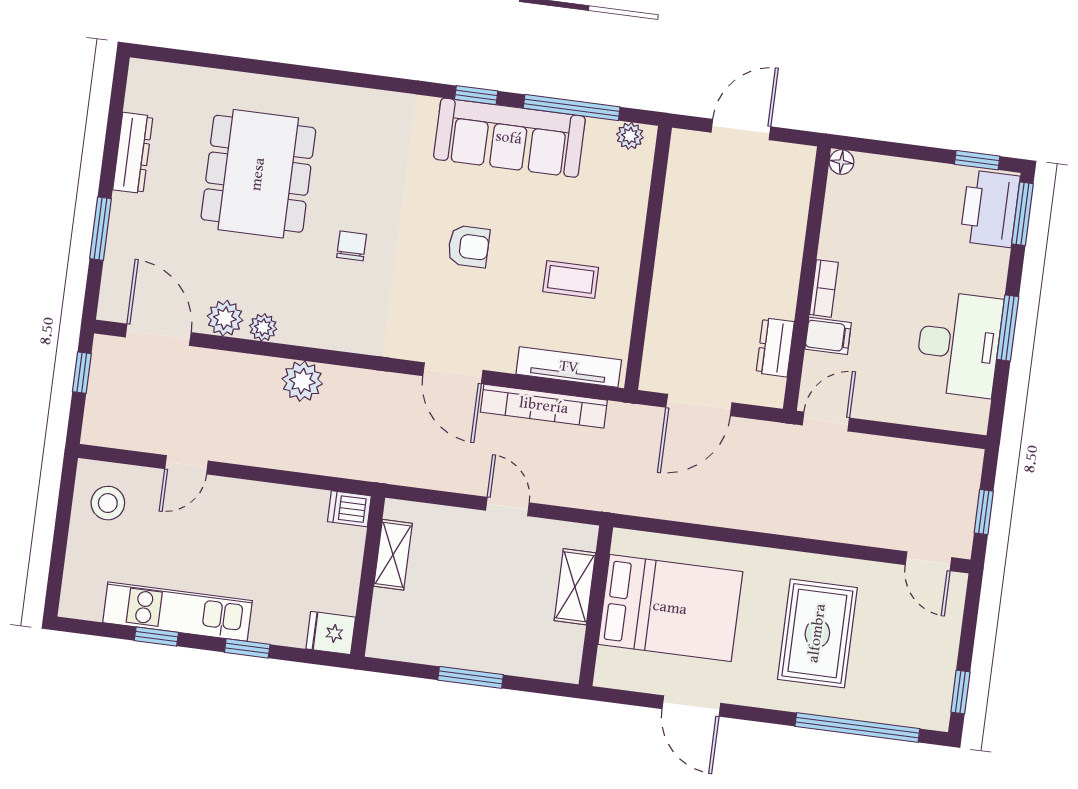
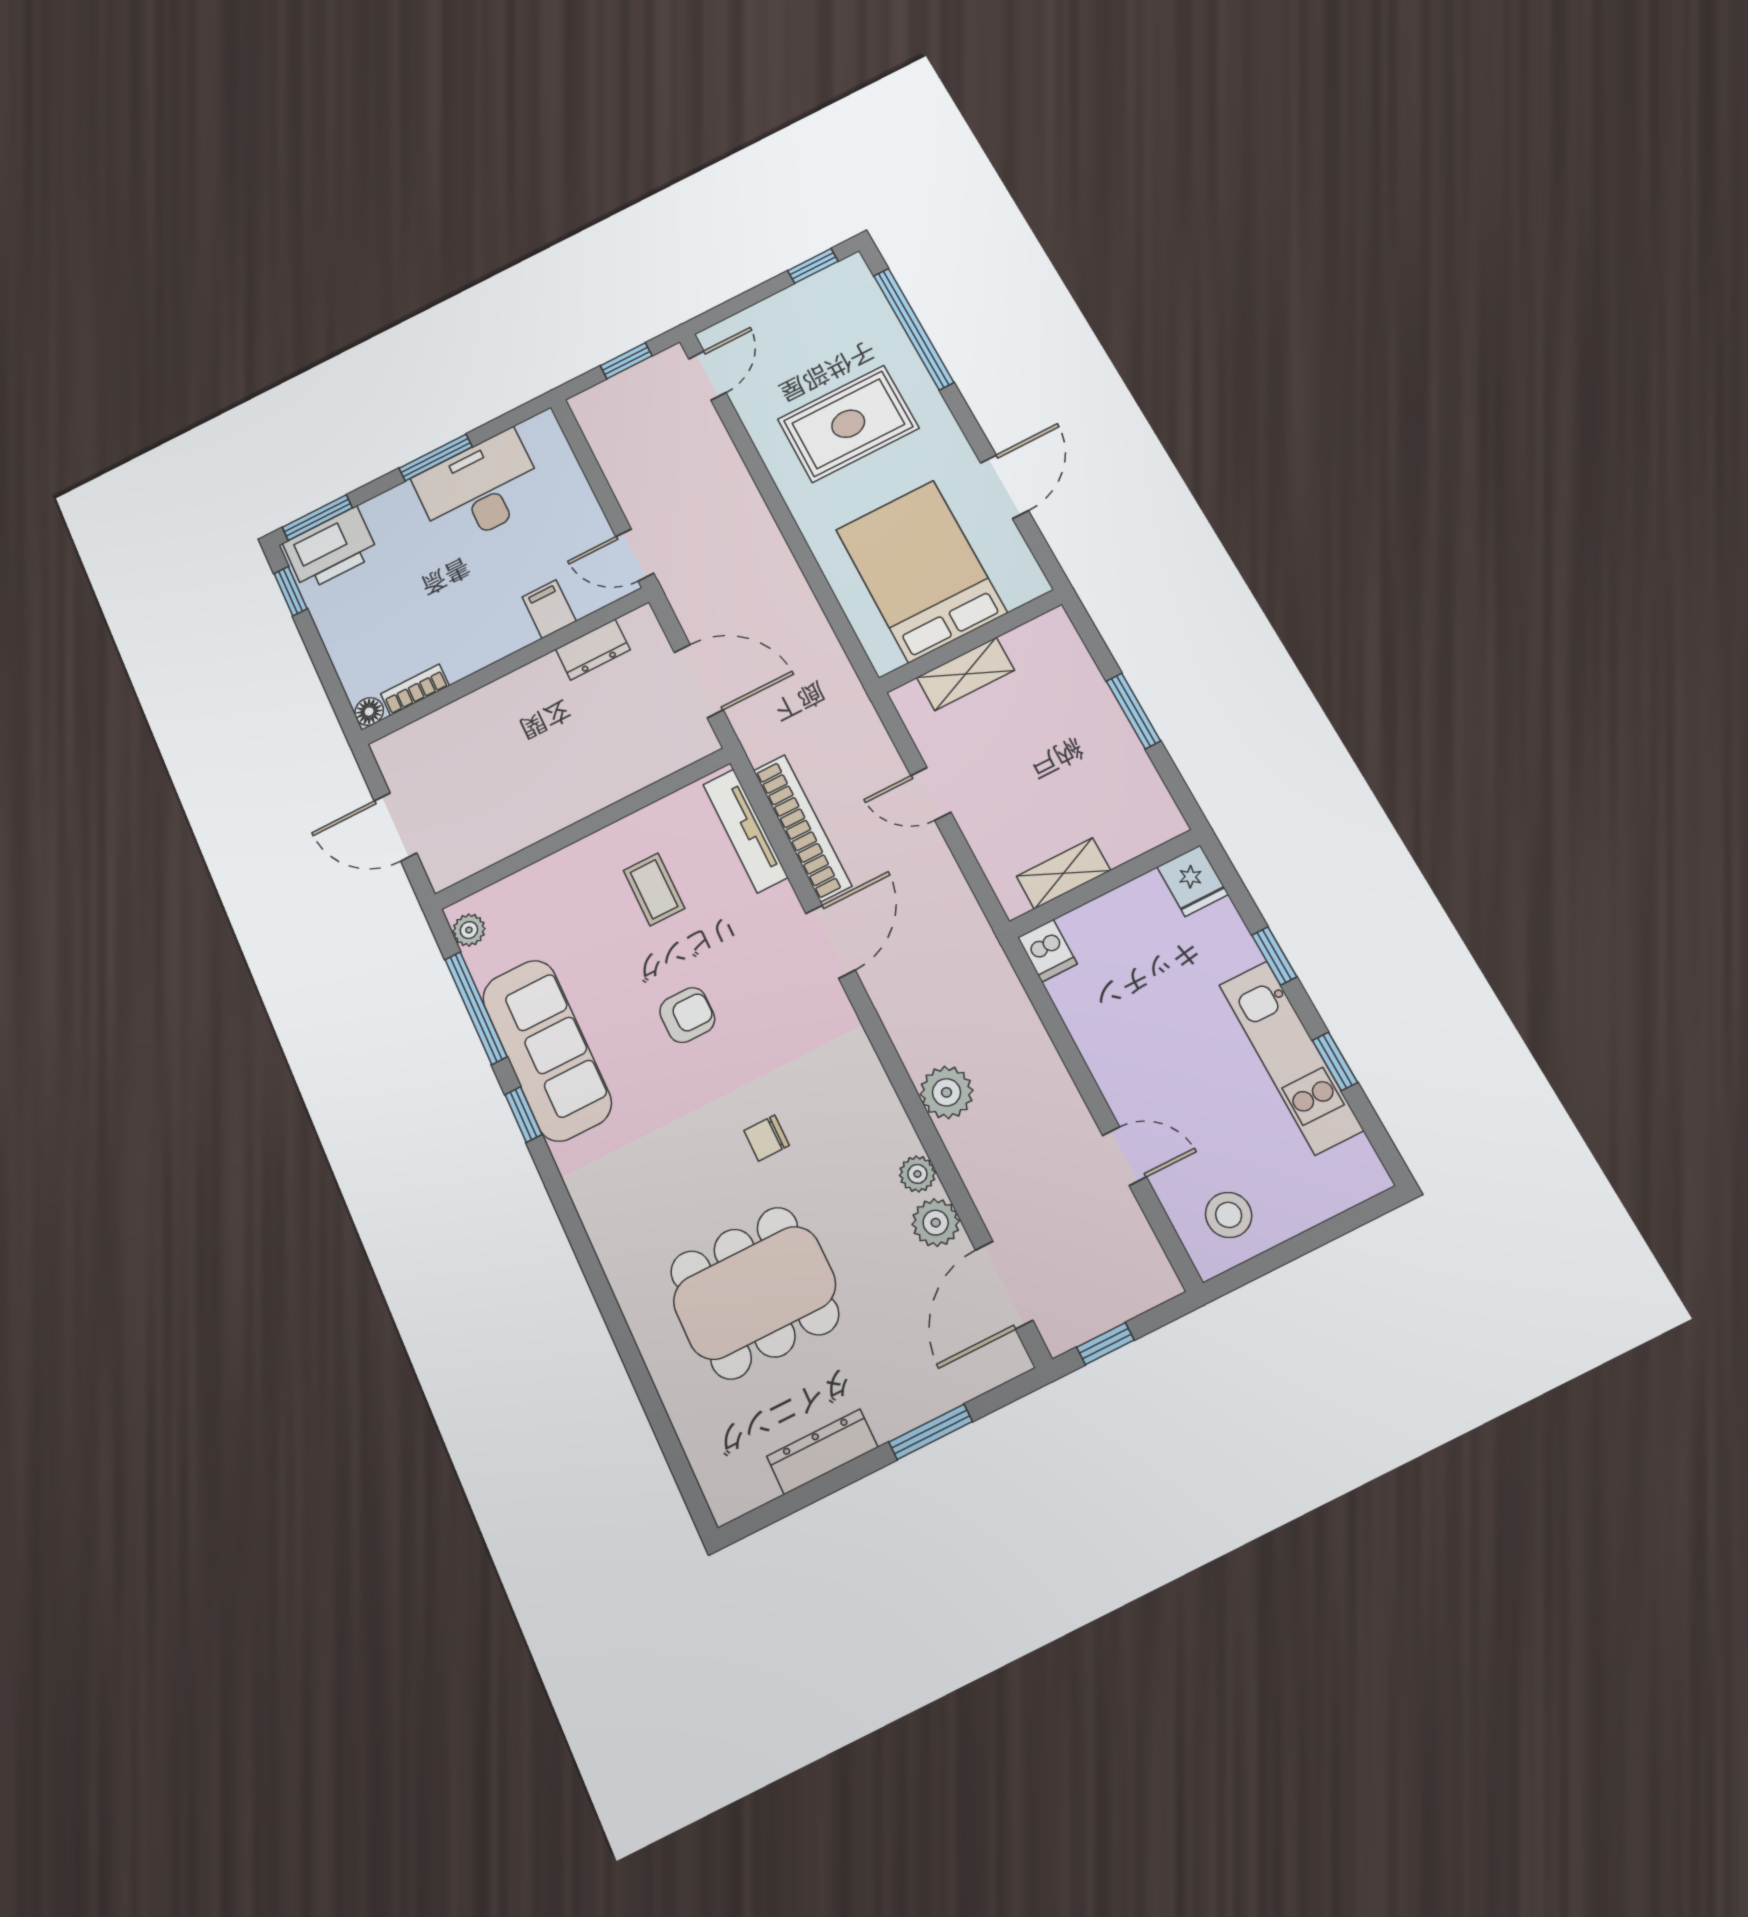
armchair: (469, 246) -> (687, 1015), turned 90
bookcase: (824, 288) -> (415, 690), moved
door: (507, 507) -> (931, 794), hinge flipped

